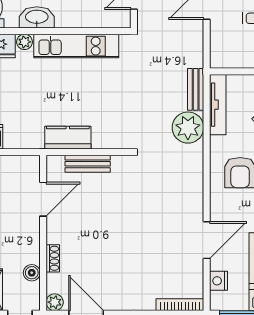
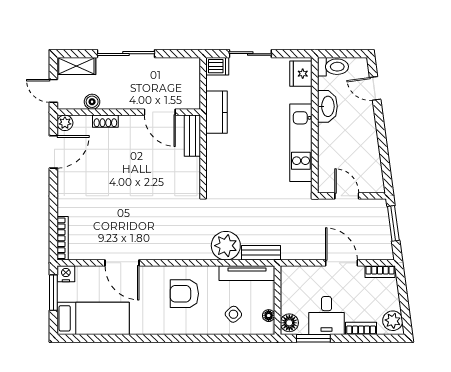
plant: (25, 42) -> (305, 95), removed
kitchen counter: (68, 138) -> (217, 112), moved
bench: (88, 164) -> (192, 136), moved
nightstand: (218, 281) -> (66, 274), moved

